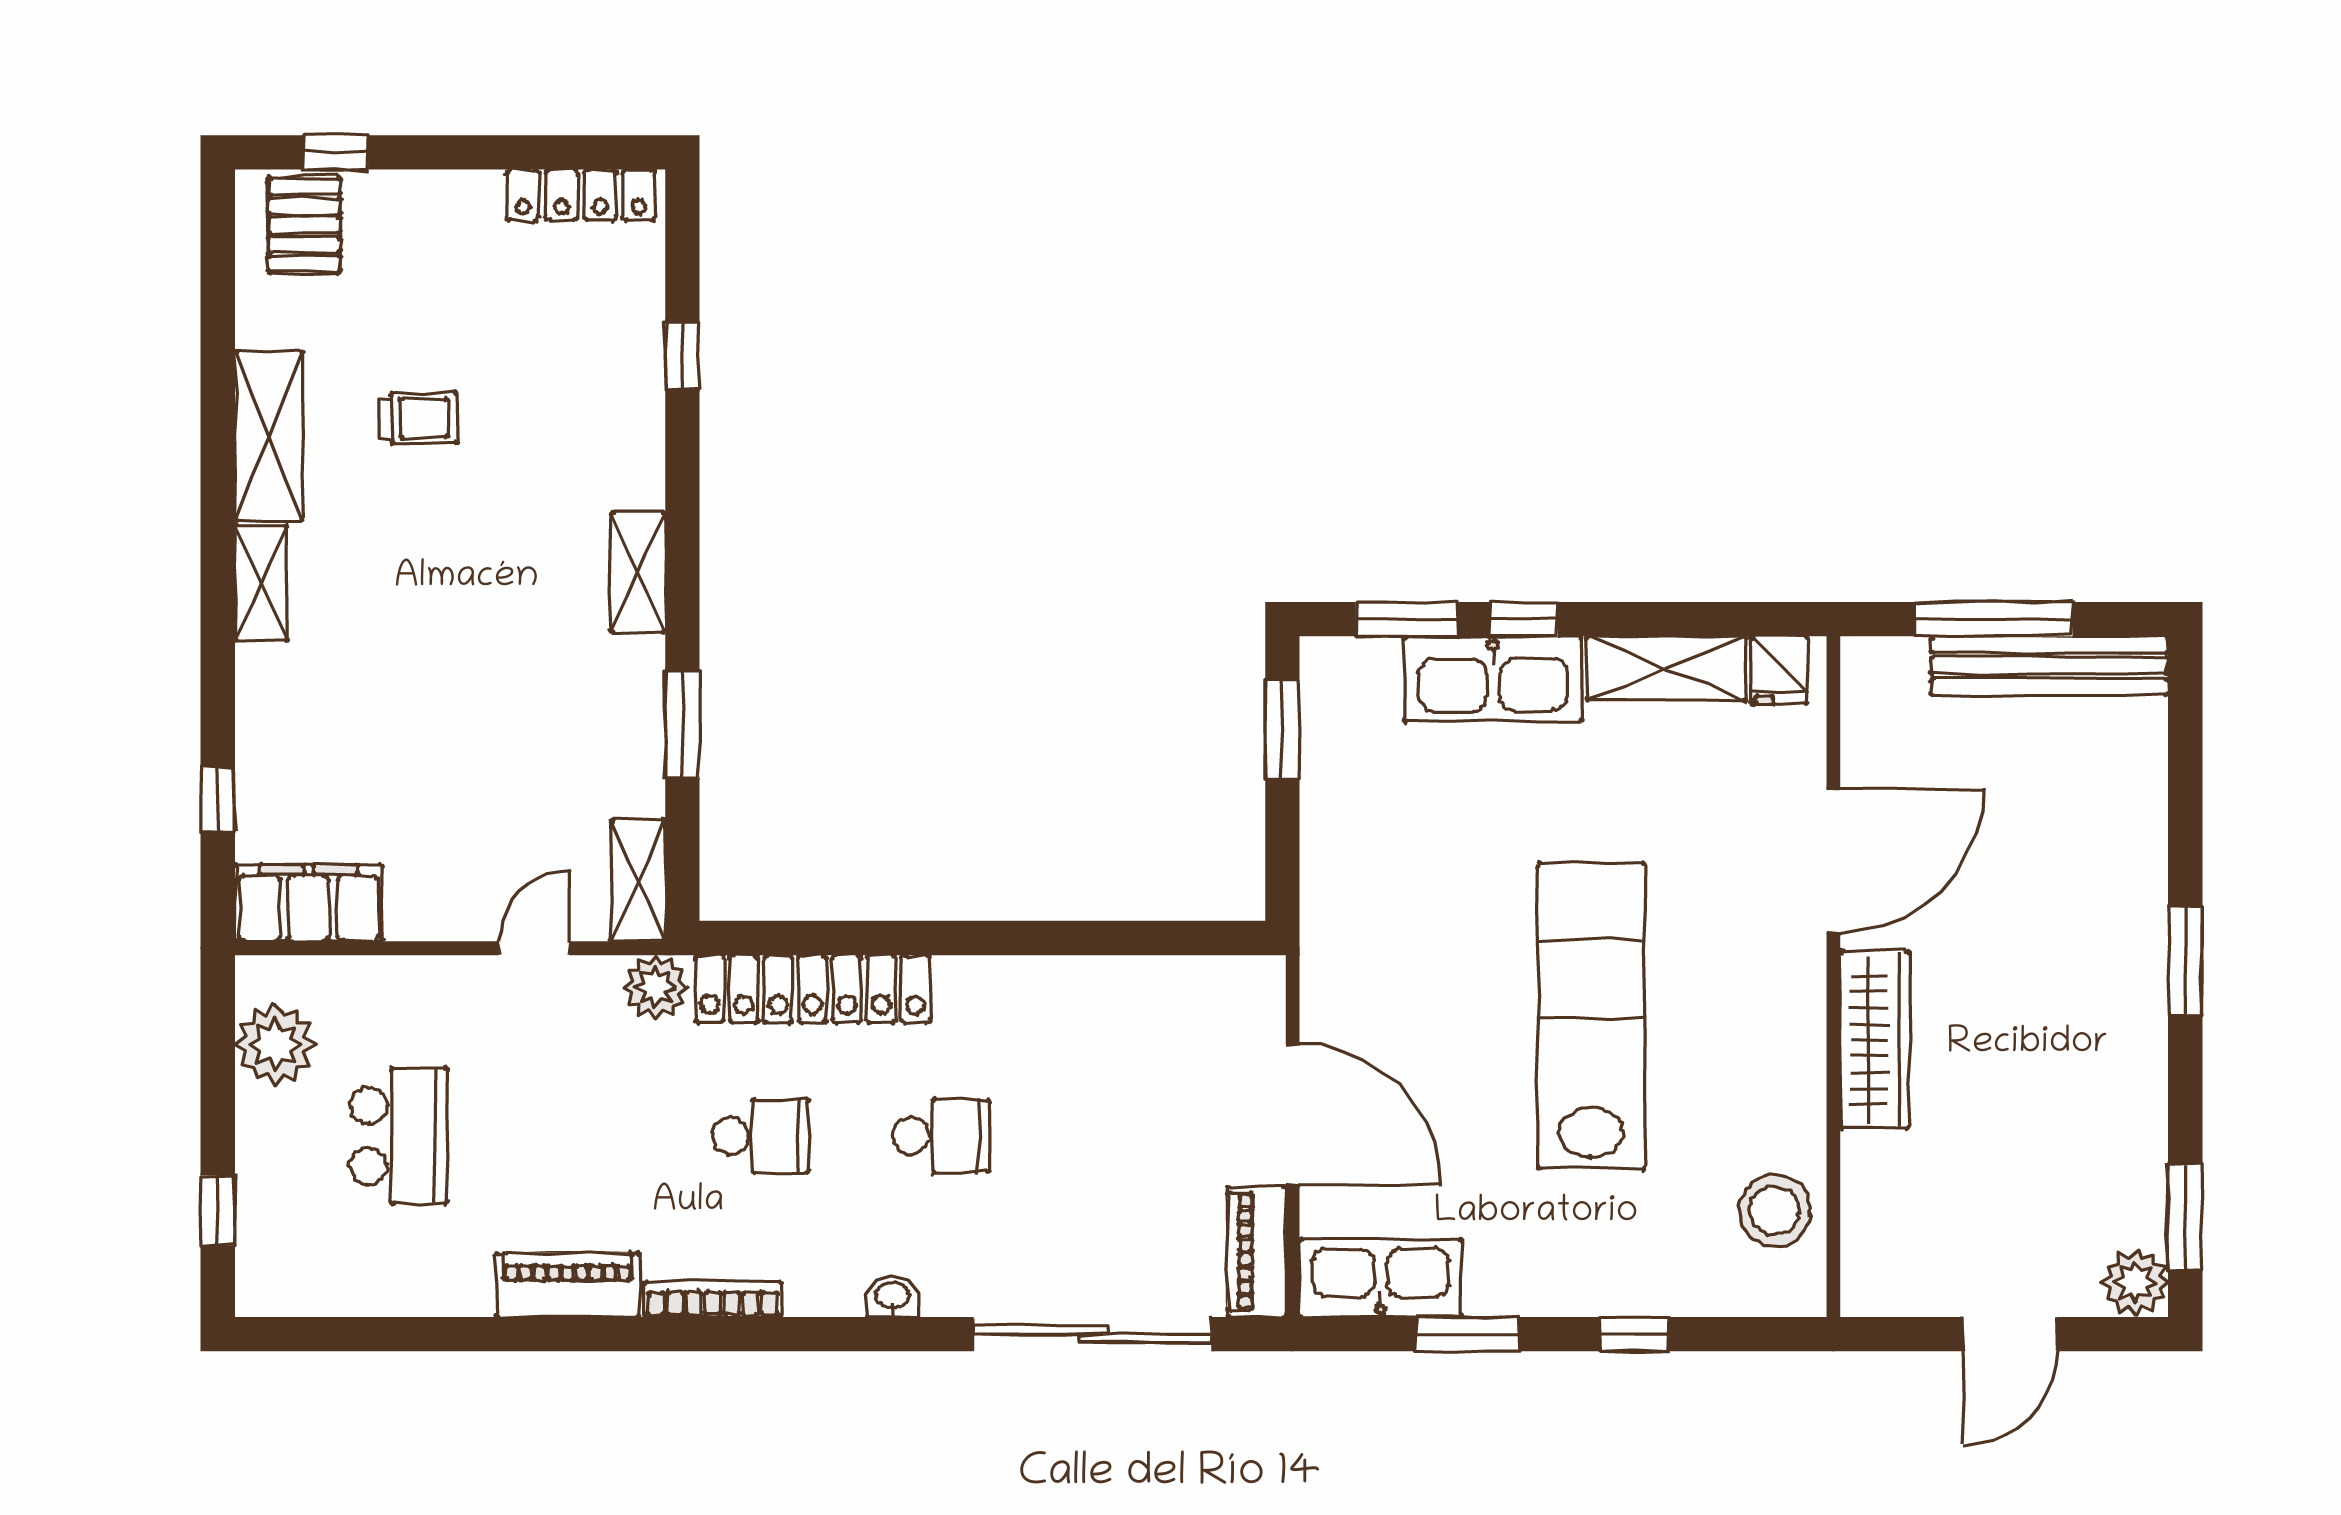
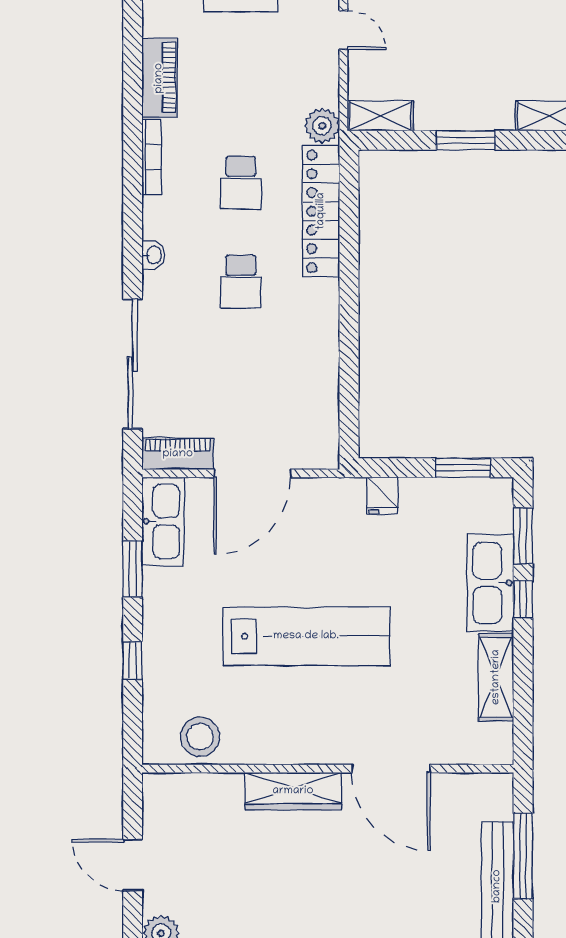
fridge: (1779, 670) -> (382, 496), moved, turned -90
door: (534, 948) -> (343, 30), moved

